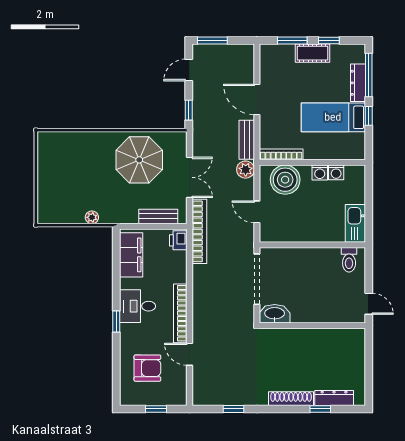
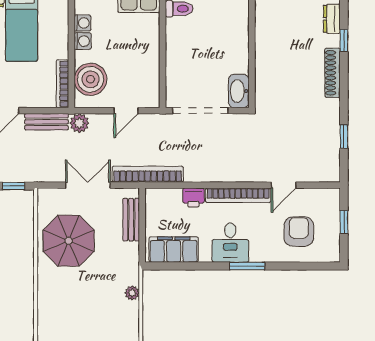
printer: (178, 240) -> (193, 197), moved
window: (116, 321) -> (247, 266), width x1.50
dresser: (334, 398) -> (332, 19), width x0.70

